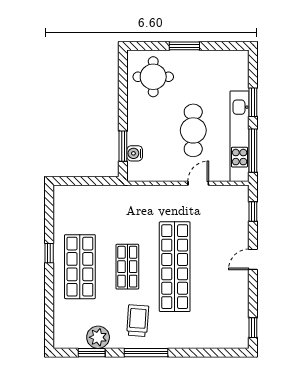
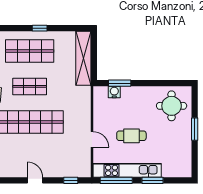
cafe table: (193, 130) -> (131, 136), width x0.73, depth x0.74
shelving: (90, 195) -> (83, 58), added

